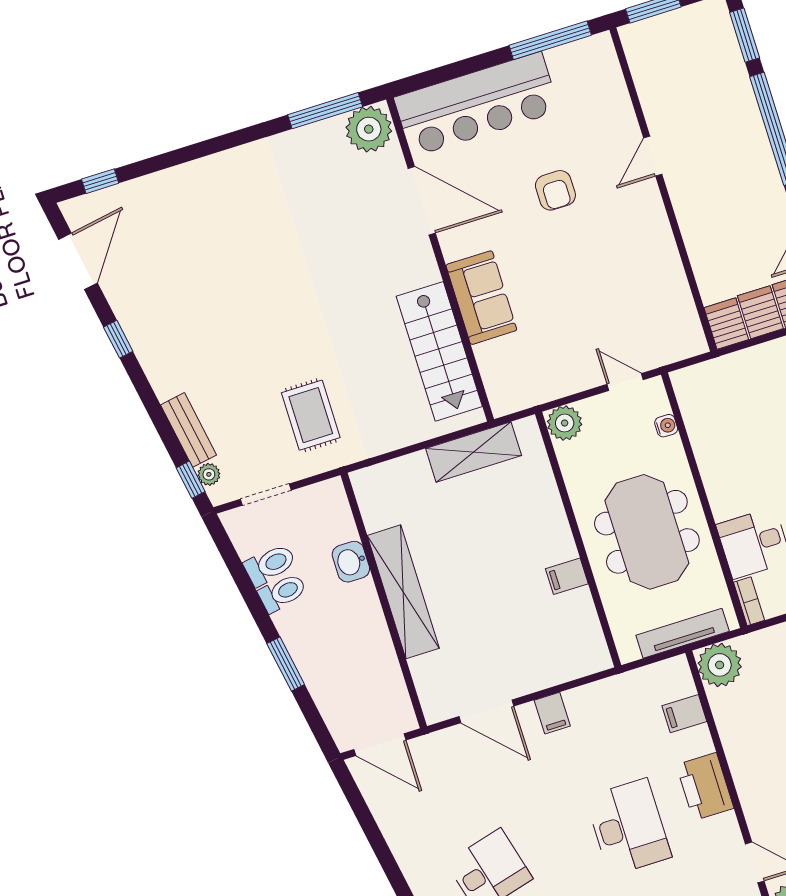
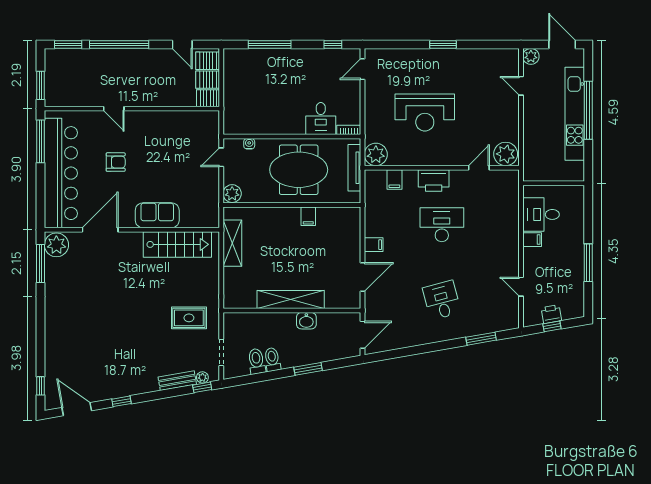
bar counter: (477, 104) -> (61, 173), width x1.36
washbasin: (351, 562) -> (306, 321), moved

